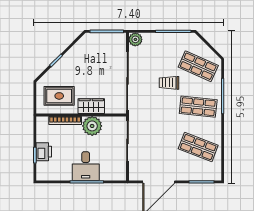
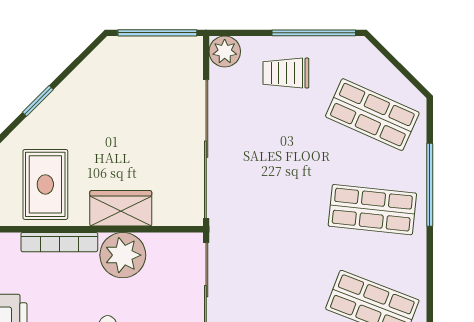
trolley: (169, 83) -> (286, 73), moved
rug: (59, 96) -> (45, 184), turned 90

